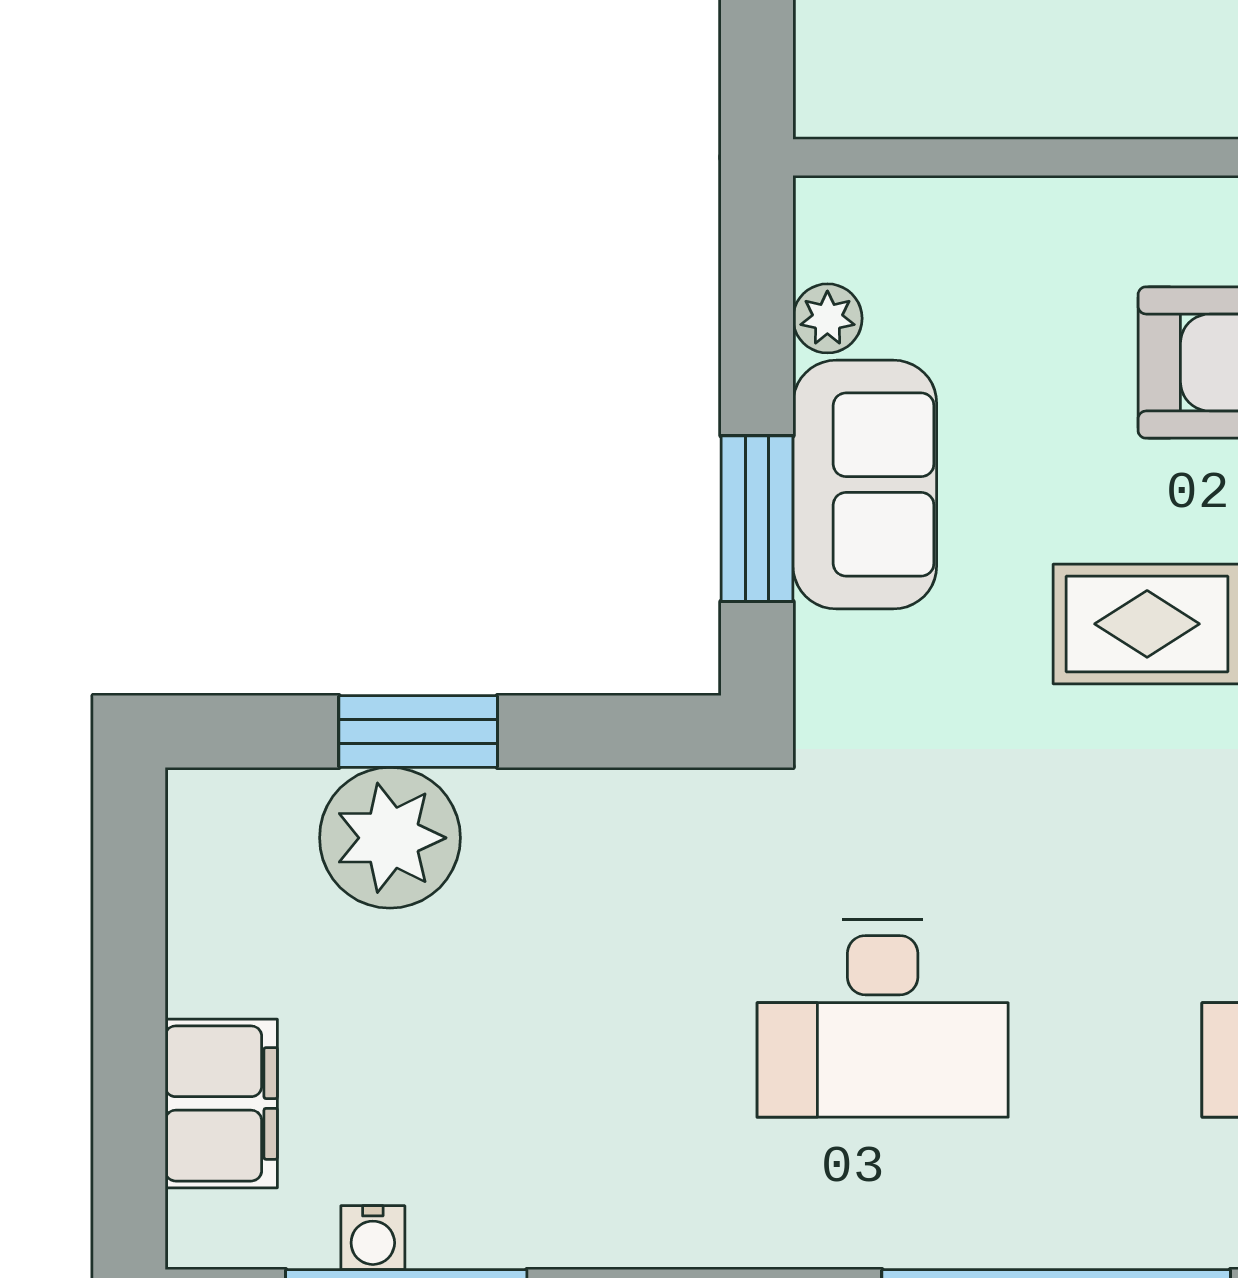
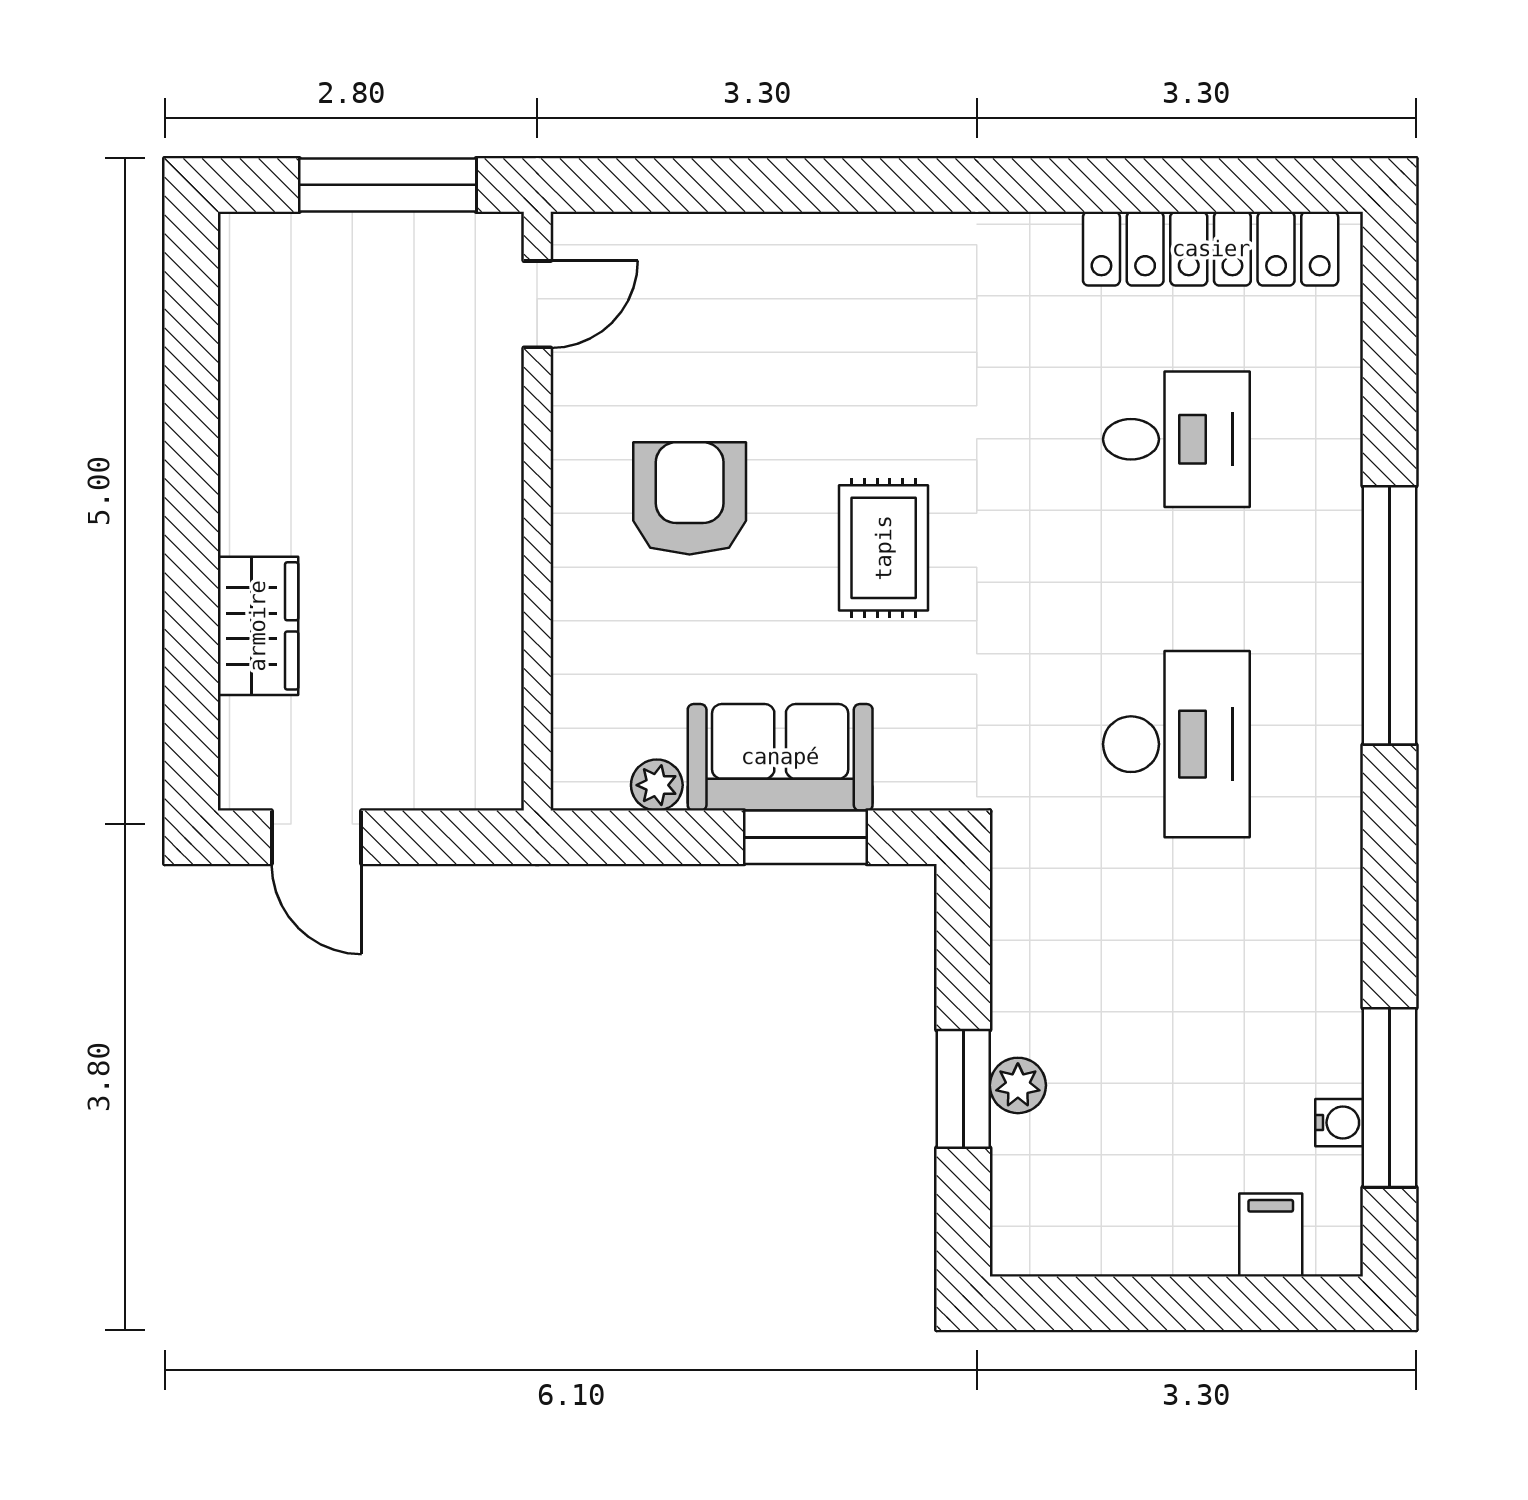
plant: (390, 838) -> (1018, 1085), width x0.53, depth x0.53
filing cabinet: (221, 1103) -> (1271, 1235), width x0.50

